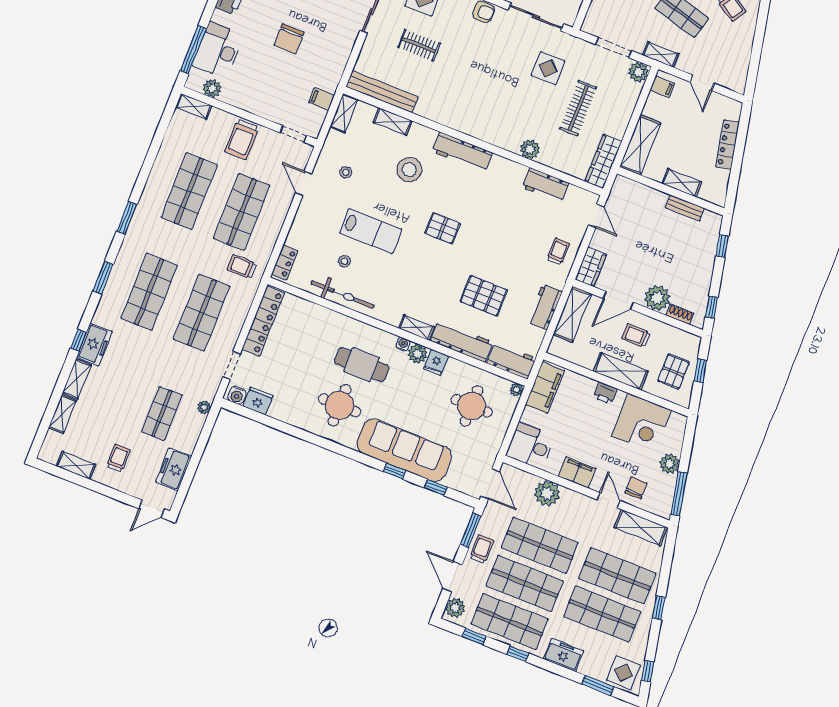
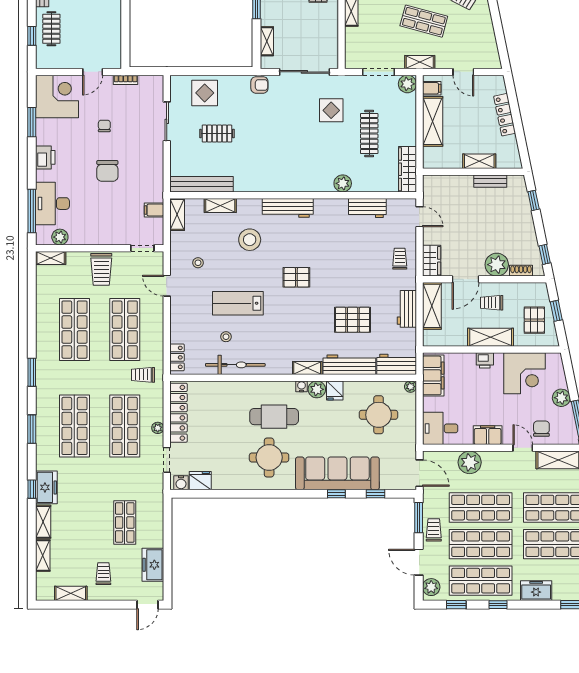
shelving: (640, 145) -> (433, 121), moved
lab bench: (371, 231) -> (238, 303), turned 180
plant: (204, 407) -> (158, 428), moved

